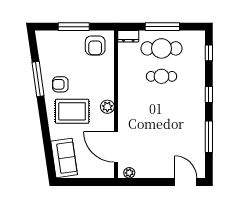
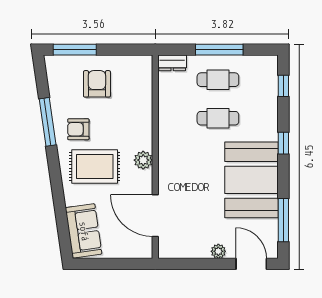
window: (74, 27) -> (75, 50), moved
armchair: (95, 45) -> (97, 84), moved, turned 180
cafe table: (162, 48) -> (218, 80), width x0.73, depth x0.74
booth: (186, 121) -> (251, 180), added
window: (209, 137) -> (283, 220), moved
plant: (129, 173) -> (218, 251), moved

